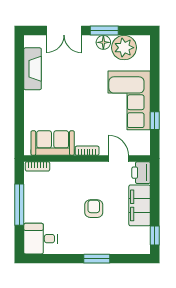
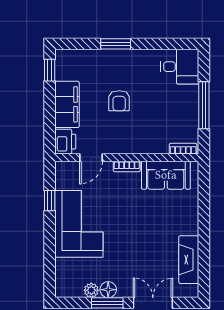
plant: (124, 48) -> (91, 290), width x0.53, depth x0.53
door: (118, 158) -> (91, 158), hinge flipped

